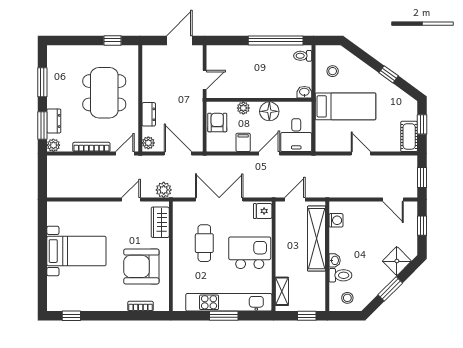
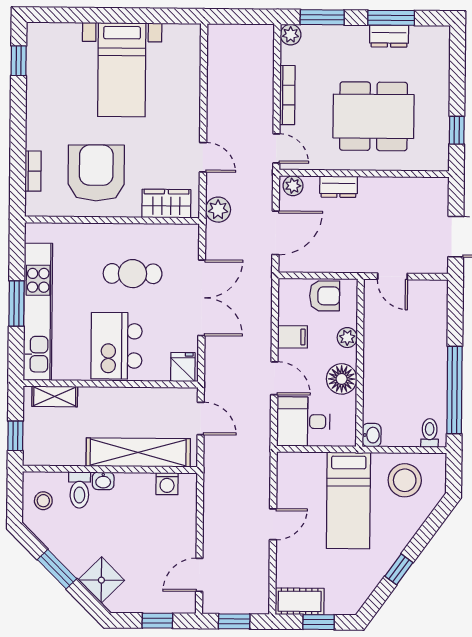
stool: (333, 71) -> (405, 480), width x1.89, depth x1.89
dresser: (54, 121) -> (389, 36), moved
kitchen island: (250, 253) -> (117, 346), turned 180

